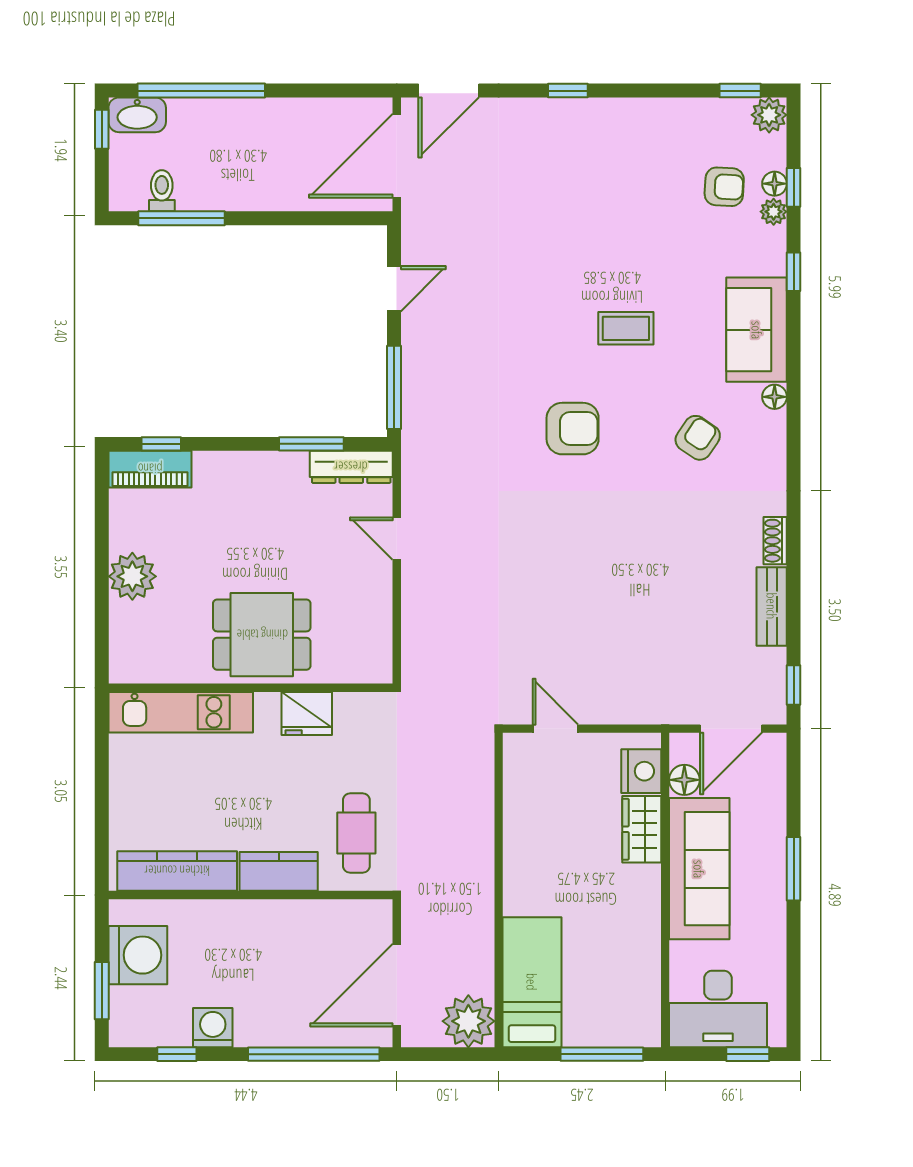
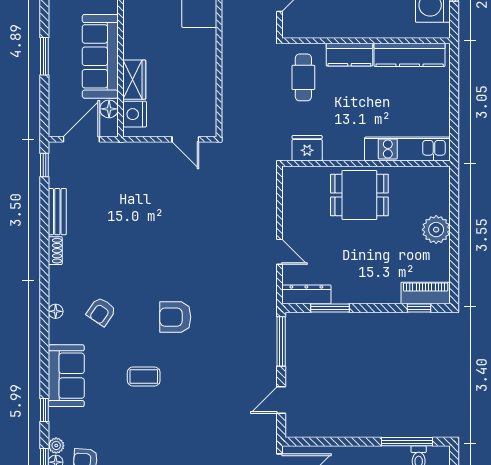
floor lamp: (775, 397) -> (56, 311), moved
fridge: (307, 714) -> (307, 148), moved

